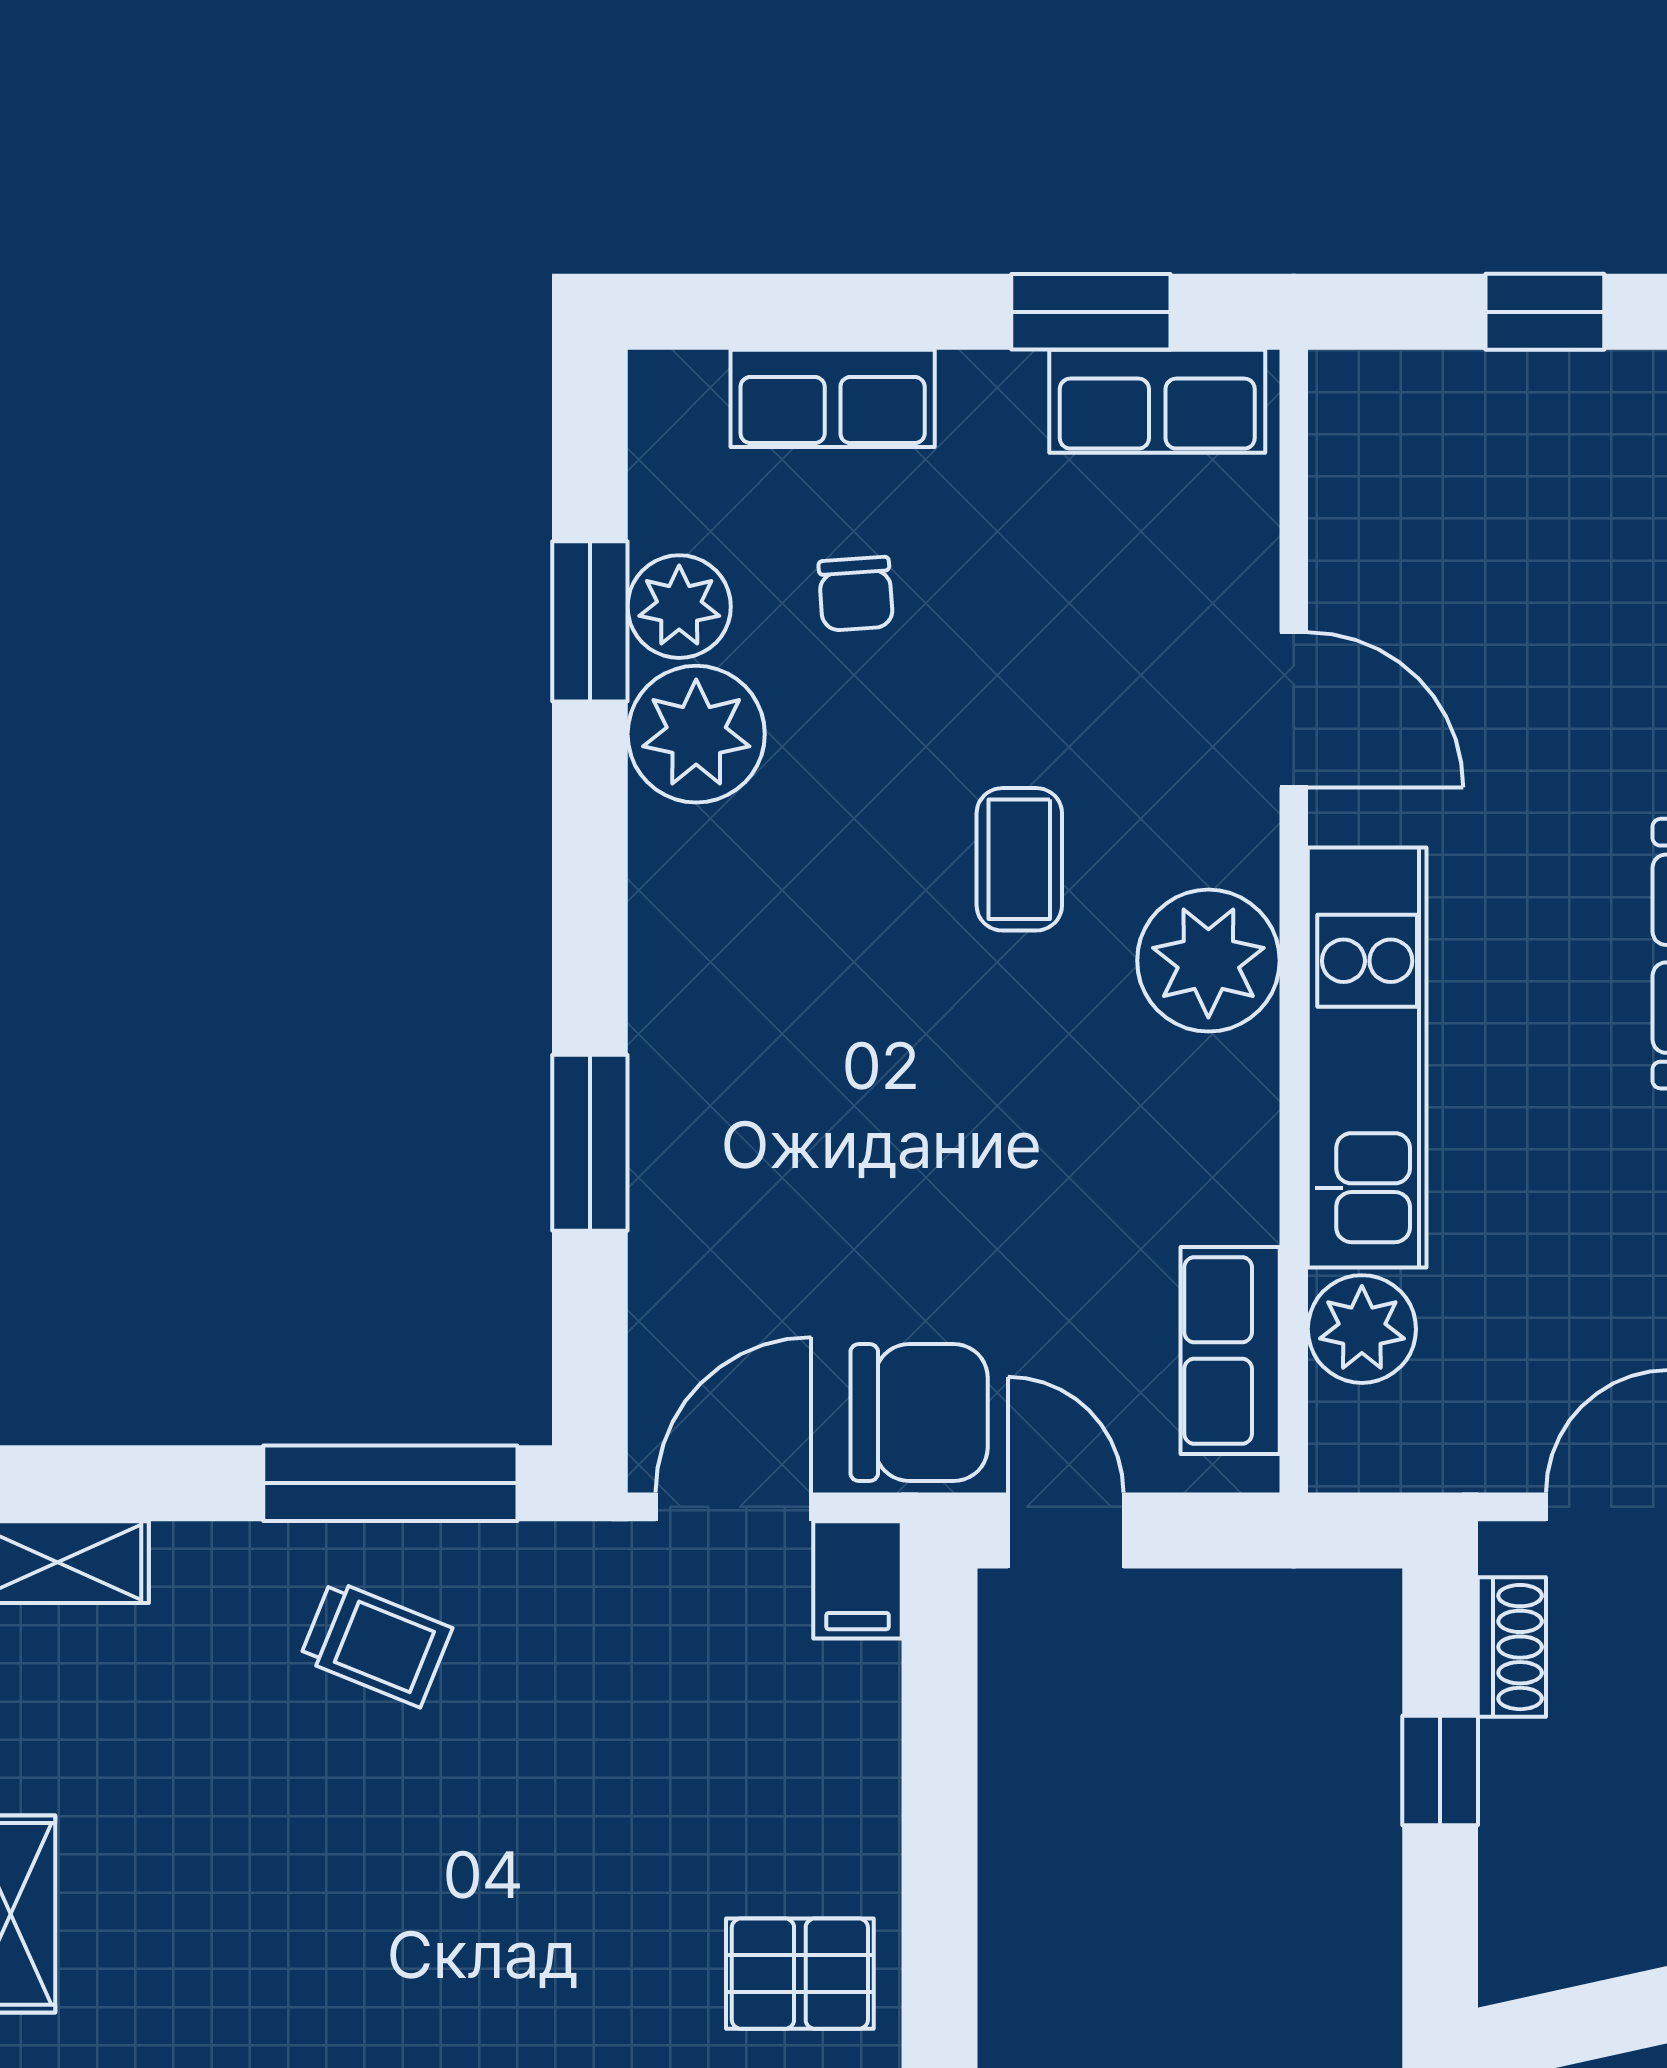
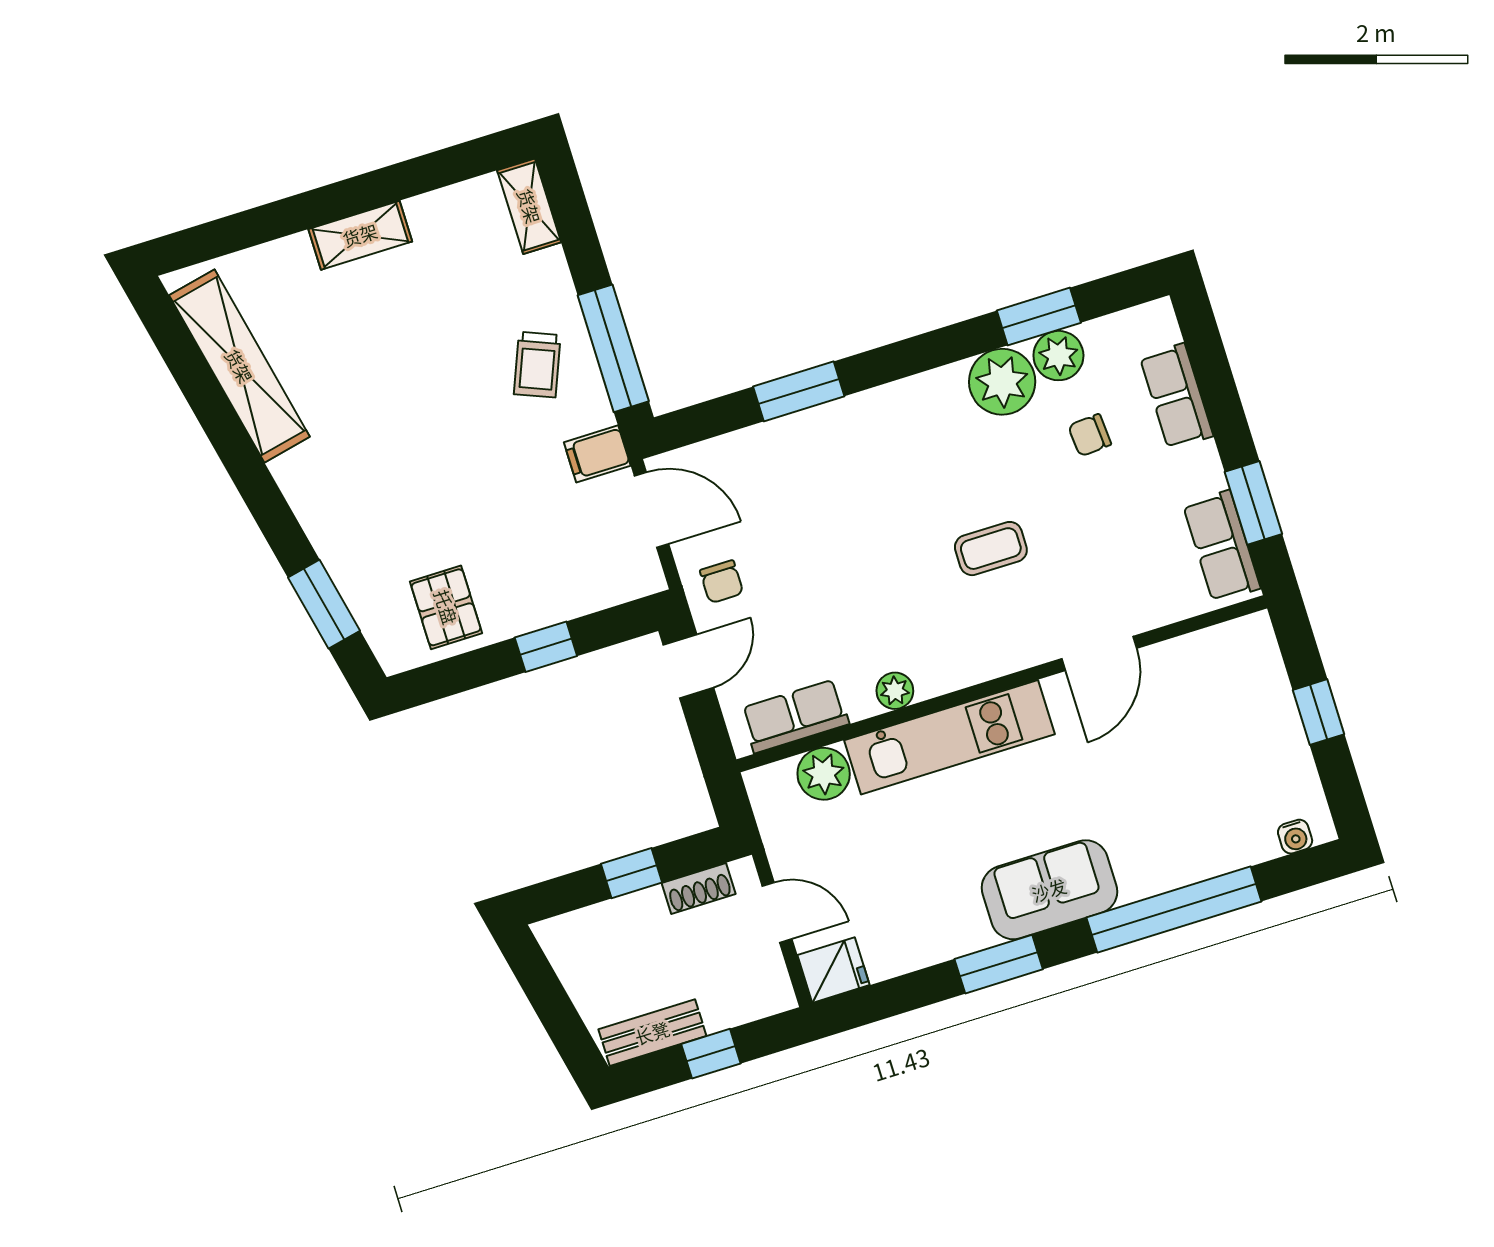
plant: (1208, 961) -> (895, 691), moved, width x0.53, depth x0.53
chair: (919, 1413) -> (722, 582), width x0.54, depth x0.54
filing cabinet: (858, 1580) -> (597, 454), moved
window: (939, 1800) -> (546, 647), added

